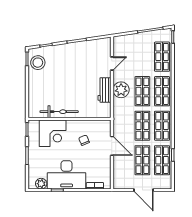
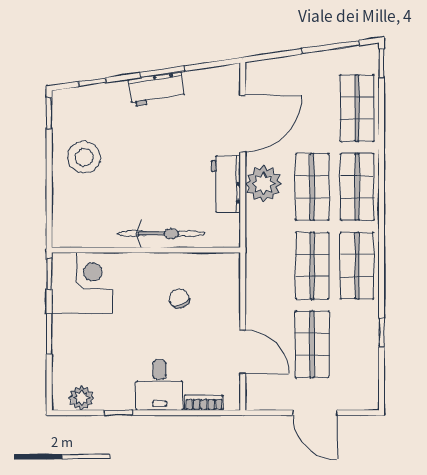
workbench: (74, 48) -> (157, 89), added
stool: (38, 63) -> (84, 157), moved
door: (112, 63) -> (243, 124), width x1.87
bicycle: (59, 112) -> (161, 234), moved
corner desk: (53, 133) -> (82, 283), moved, turned -90
door: (112, 146) -> (243, 352), moved
shop shelf: (162, 160) -> (357, 344), removed
desk: (67, 175) -> (160, 385), width x0.53, depth x0.77

